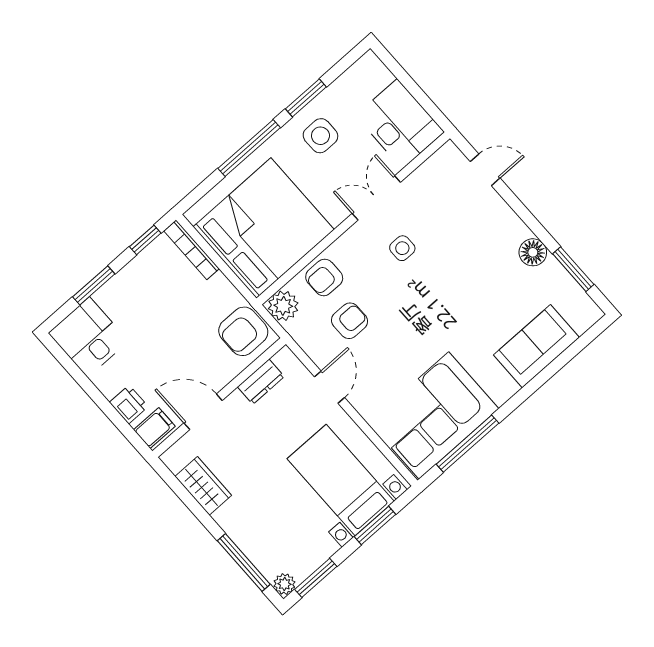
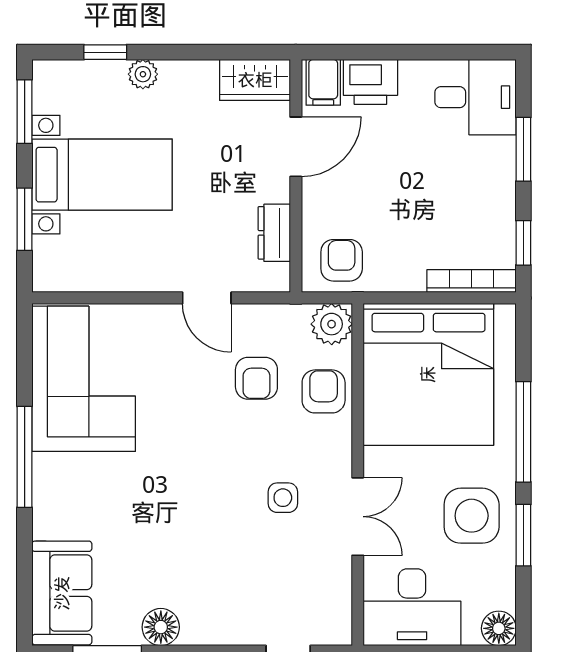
floor lamp: (369, 66) -> (499, 628), added
side table: (320, 136) -> (472, 516), width x1.37, depth x1.37
armchair: (243, 331) -> (342, 260), width x0.72, depth x0.72
sofa: (536, 346) -> (62, 593), moved
printer: (129, 404) -> (370, 82), width x1.36, depth x1.24
window: (468, 444) -> (25, 457), moved
bed with nightstands: (341, 480) -> (102, 175), moved
wardrobe: (203, 486) -> (255, 80), moved
window: (244, 562) -> (105, 52), width x0.46
plant: (284, 584) -> (143, 74), moved

